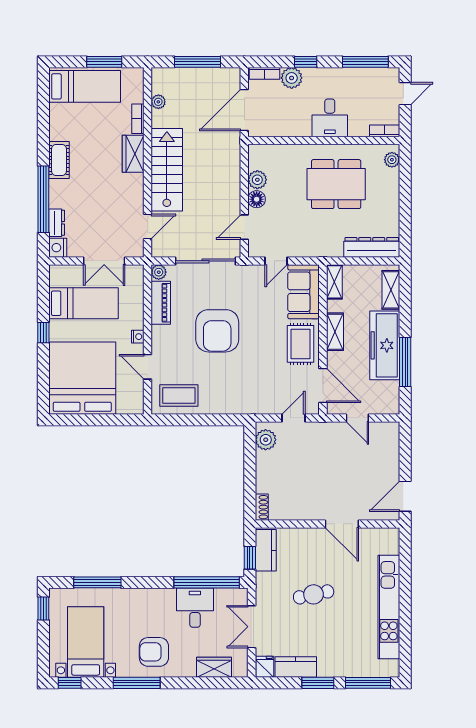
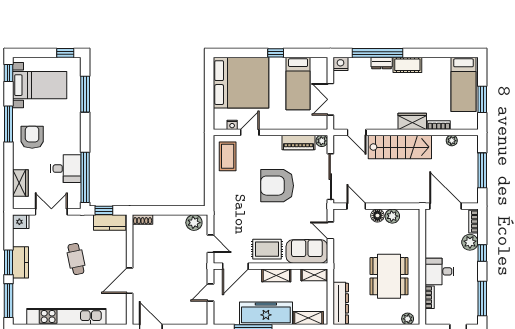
bookcase: (385, 131) -> (430, 297), moved
dresser: (57, 223) -> (382, 63), moved
nightstand: (138, 337) -> (232, 125), moved
kitchen counter: (296, 667) -> (21, 262), moved

